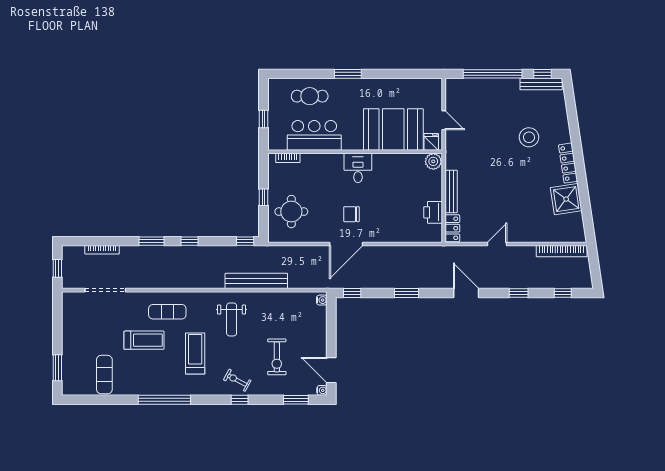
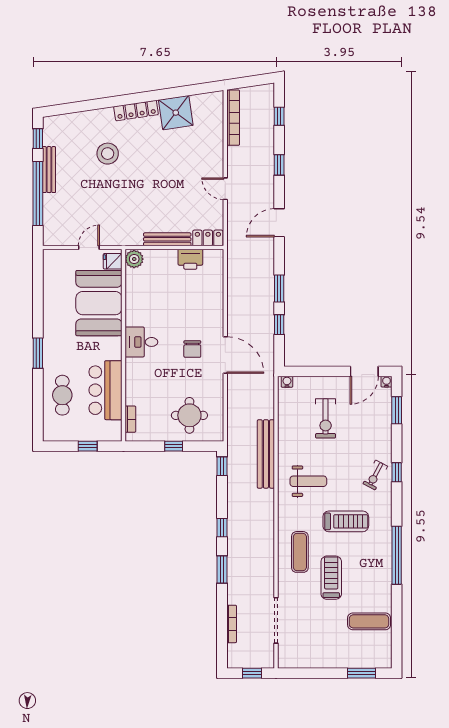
bench: (541, 84) -> (49, 170), moved
window: (352, 293) -> (279, 325), moved
treadmill: (195, 353) -> (346, 521), turned 180
exercise bike: (277, 357) -> (326, 418), moved, turned 90

